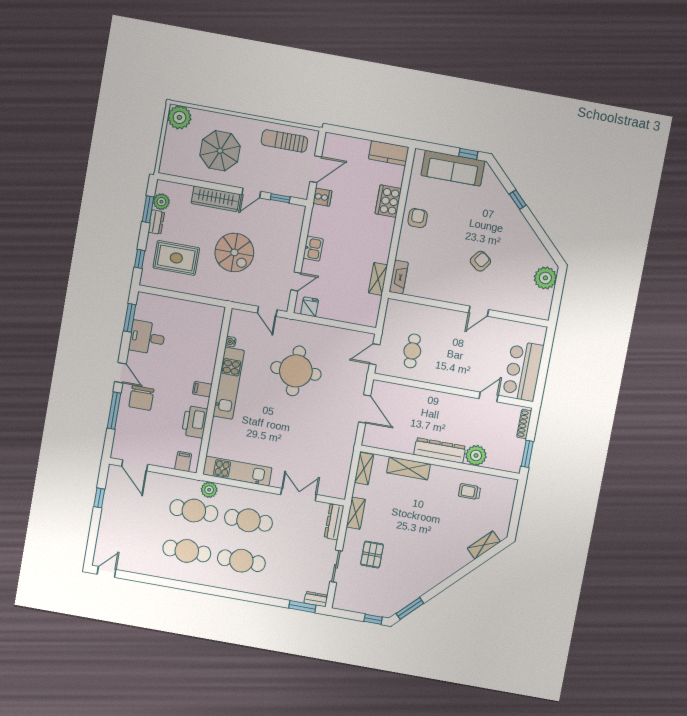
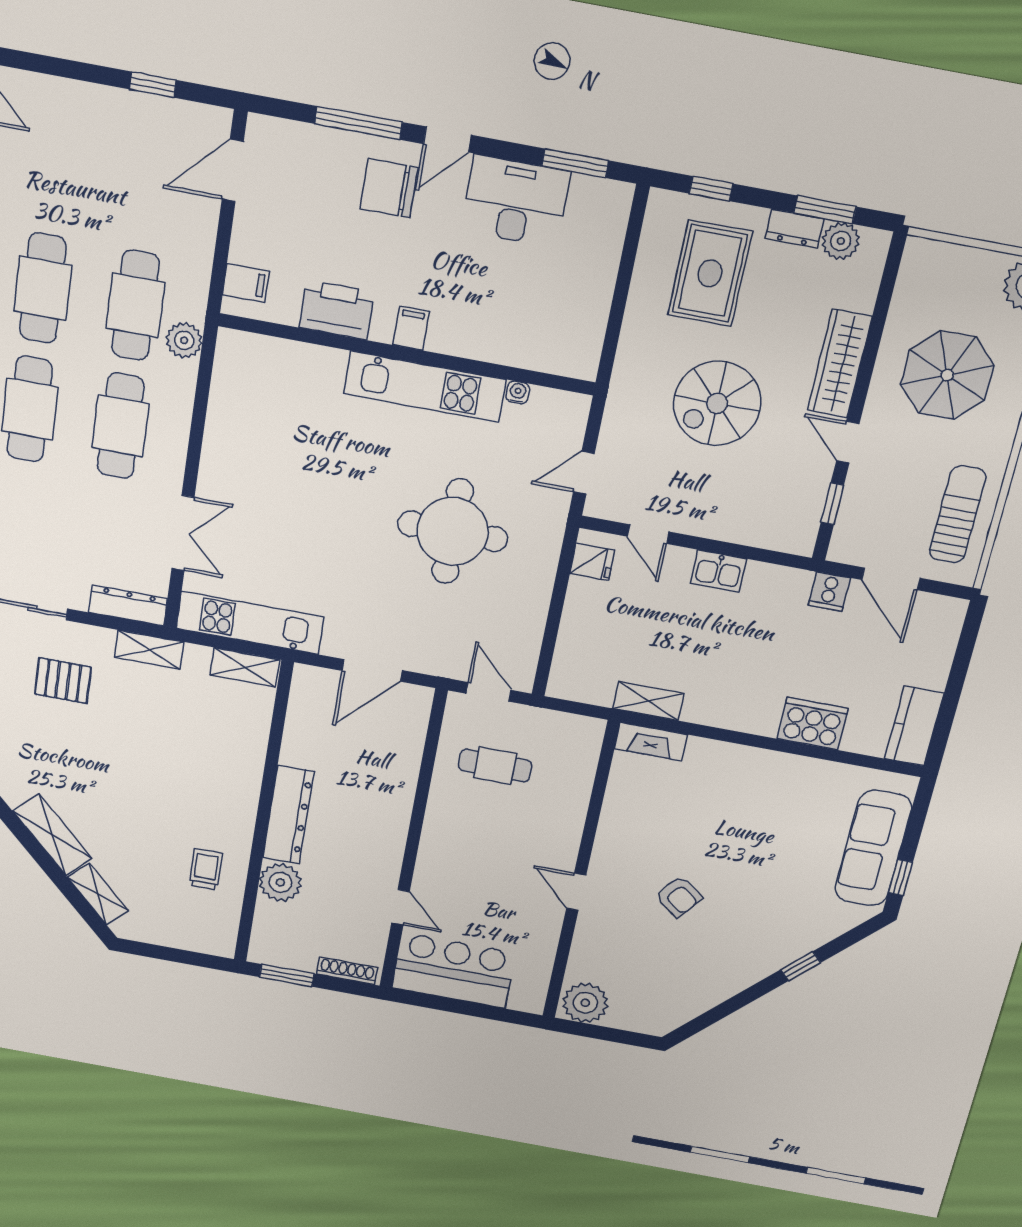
armchair: (418, 218) -> (773, 780), removed
plant: (545, 278) -> (585, 1003), moved
desk: (147, 338) -> (516, 201), width x1.37
shelving: (408, 468) -> (52, 835), moved, turned -45
kitchen unit: (237, 471) -> (250, 623), moved, turned -90

